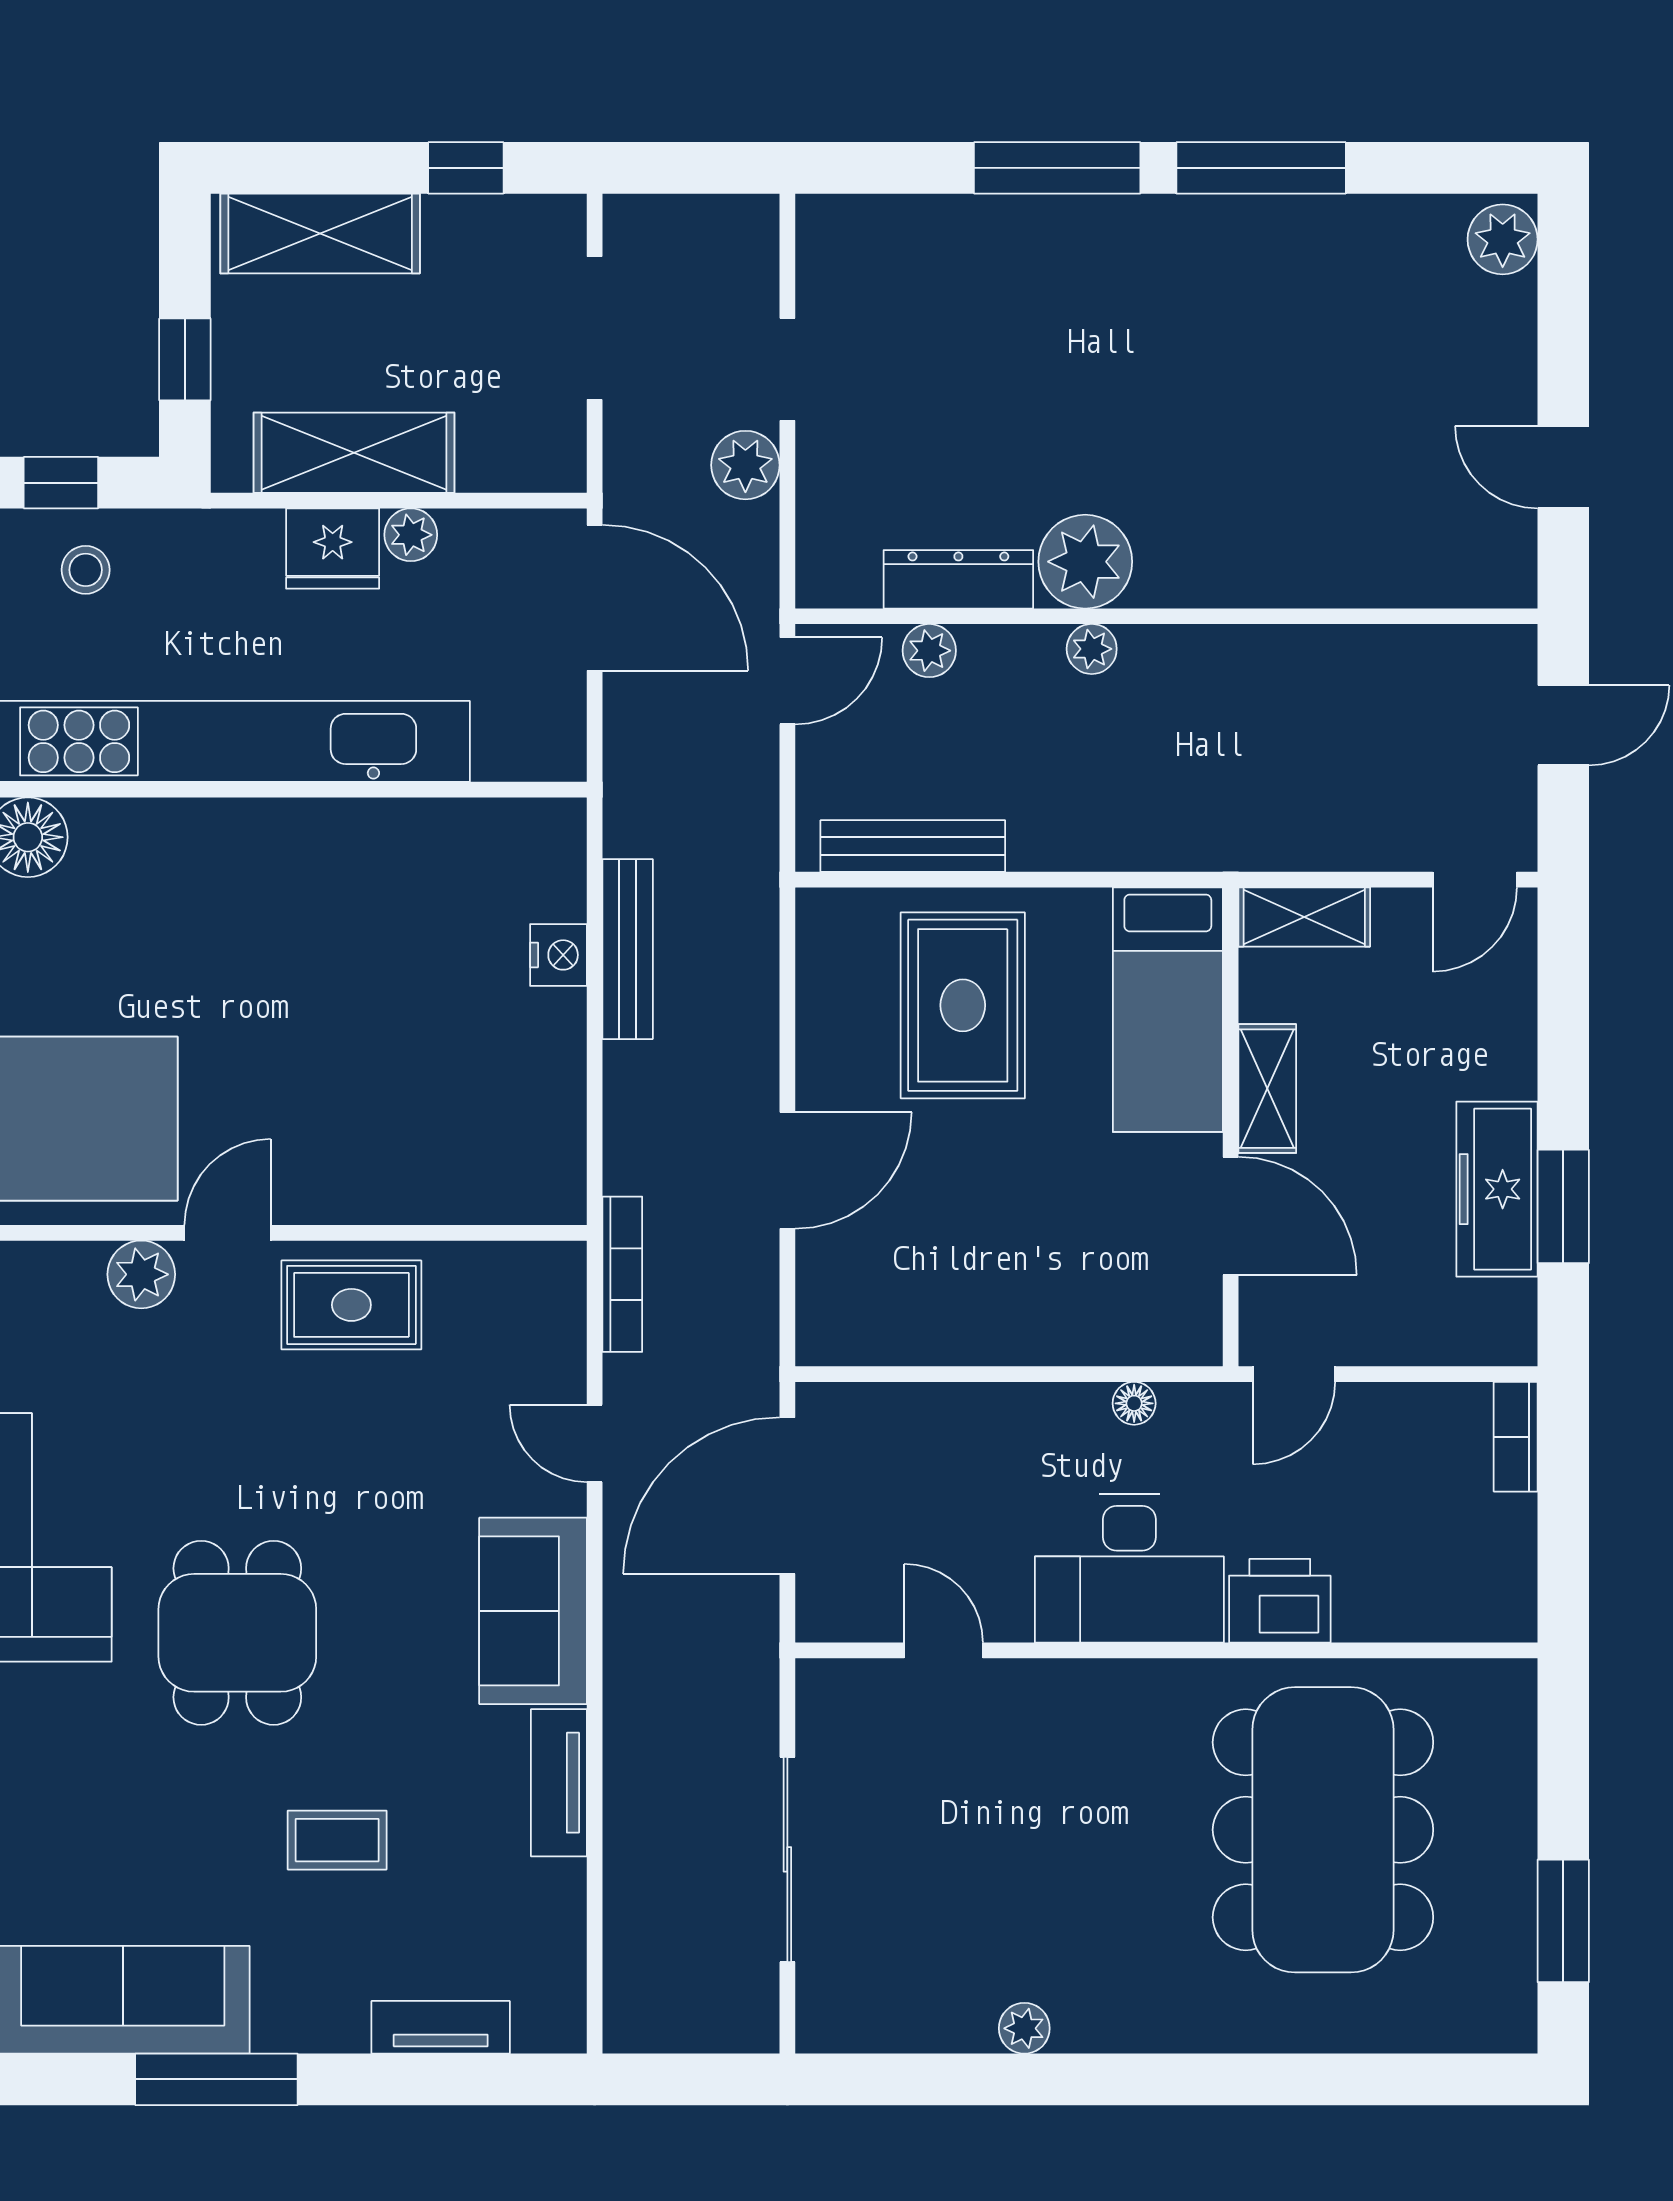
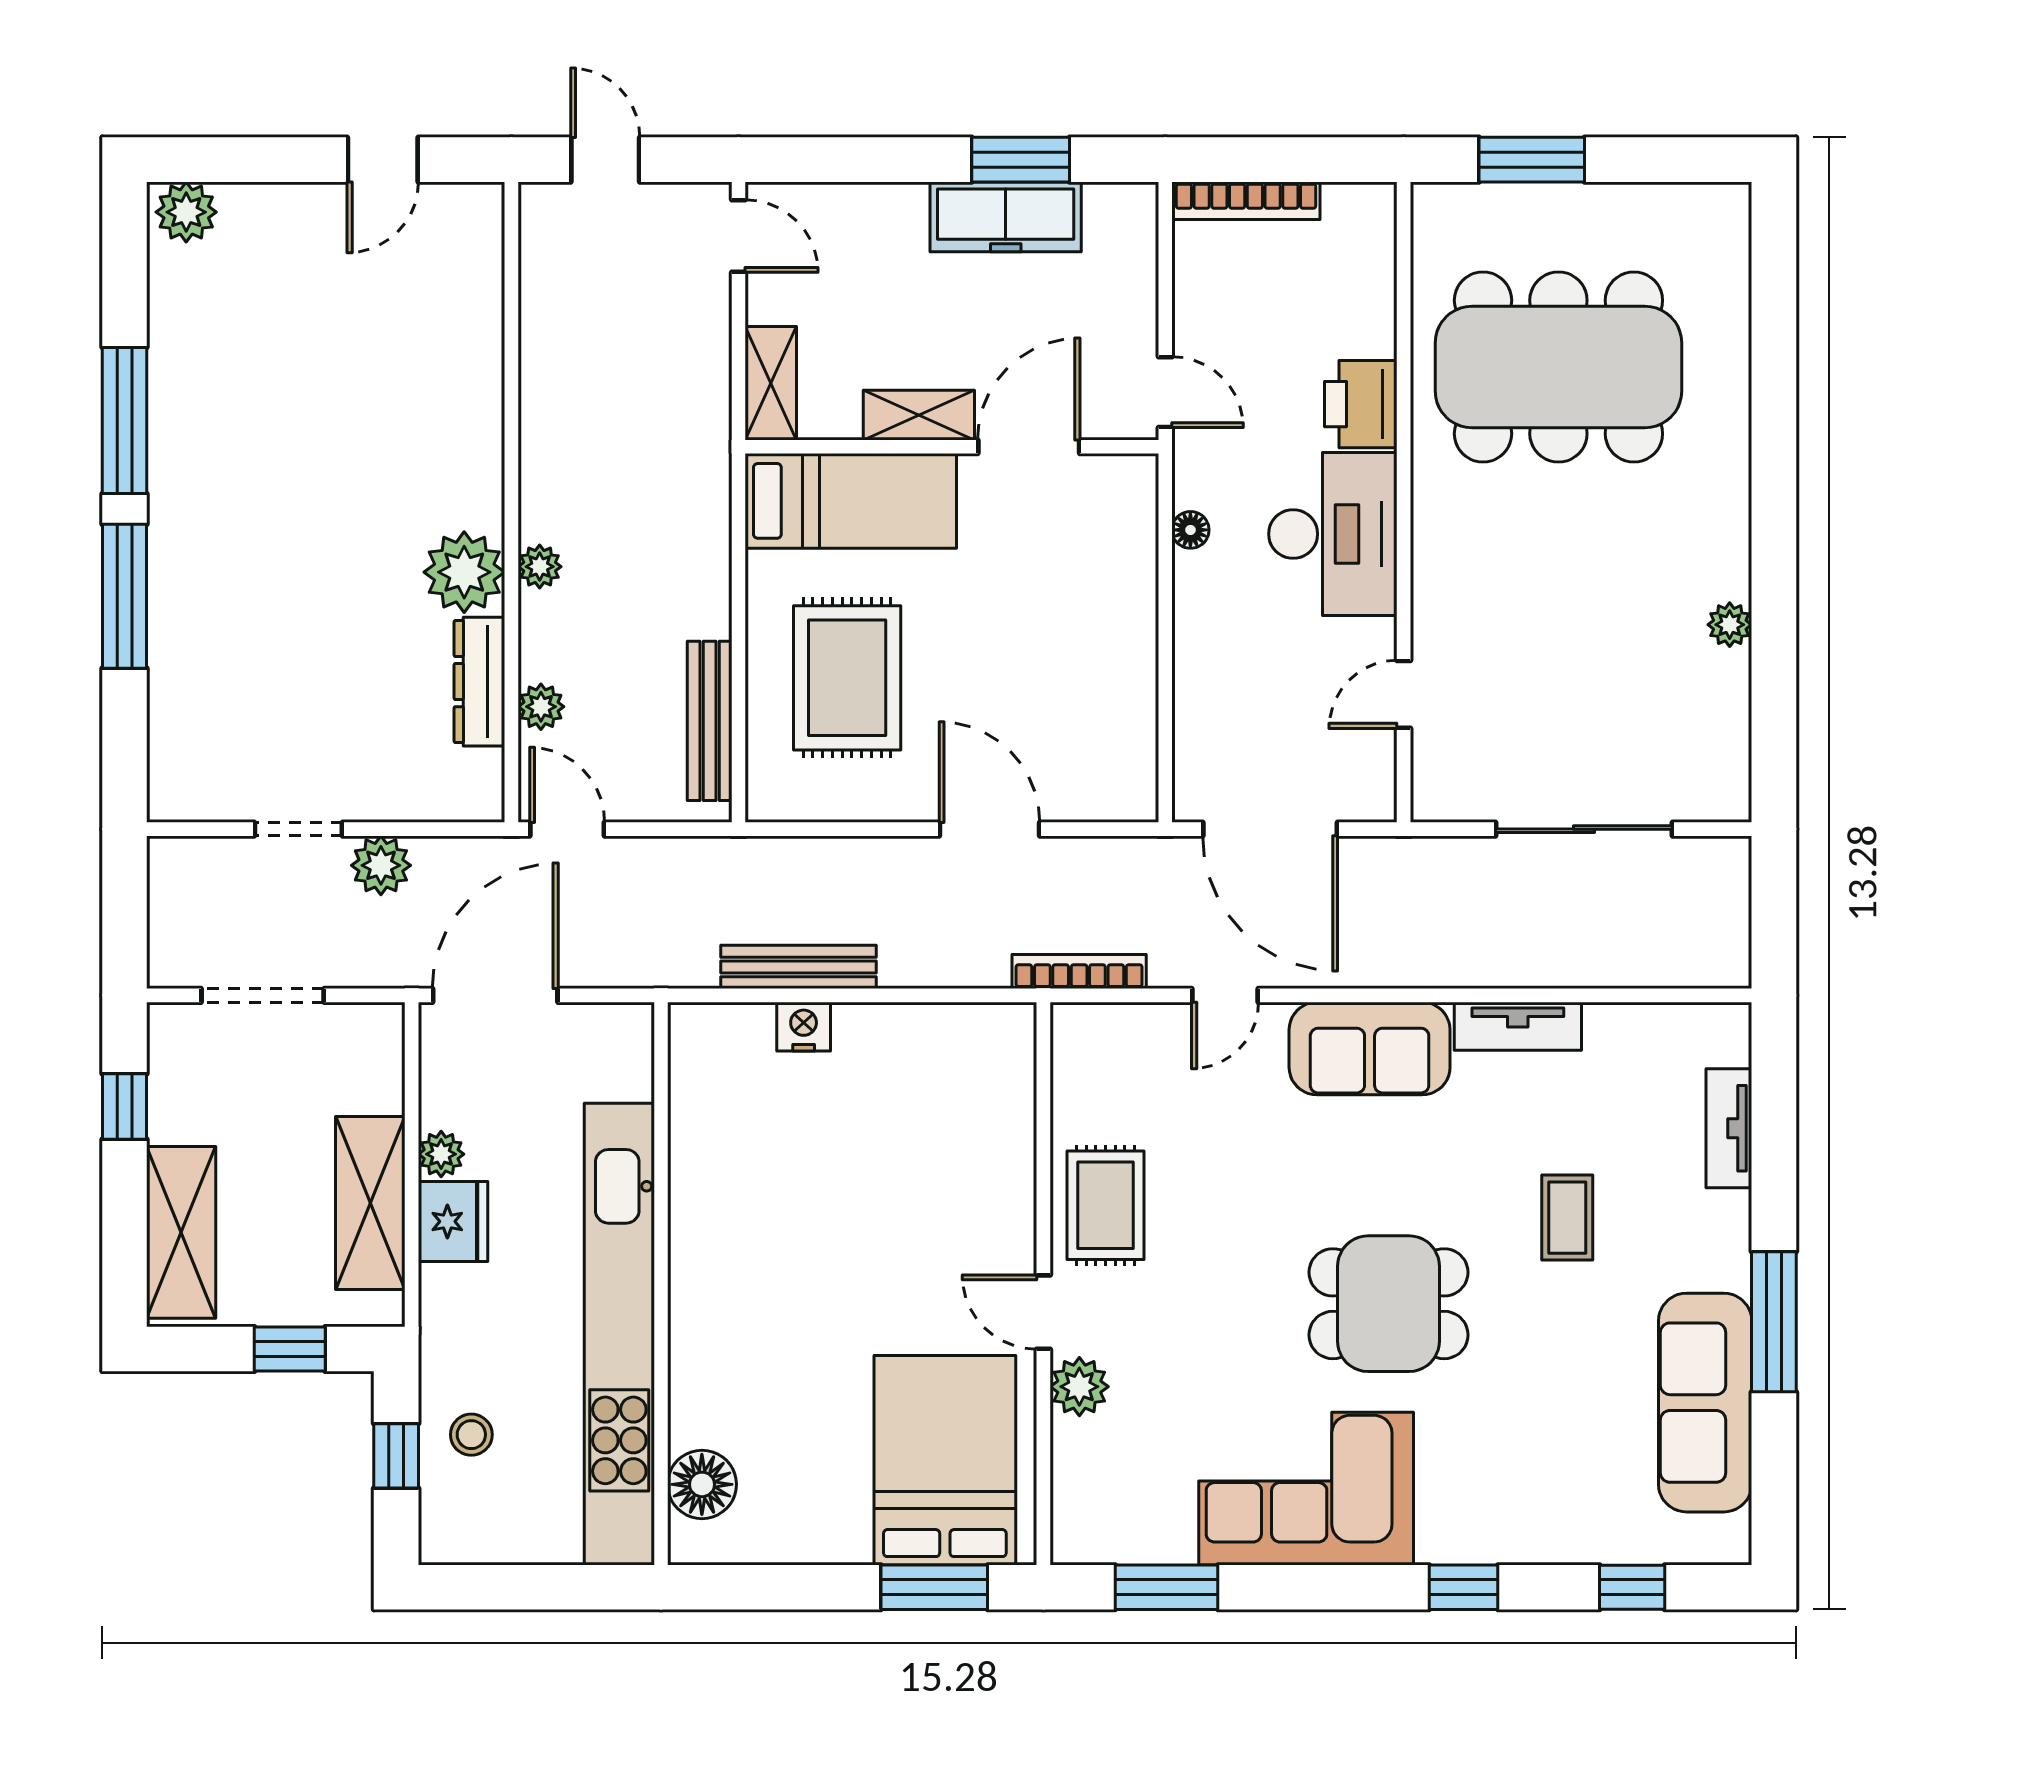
rug: (963, 1005) -> (847, 678), turned 90
bookcase: (1516, 1437) -> (1246, 201), width x1.56
window: (1563, 1921) -> (1532, 160), moved

